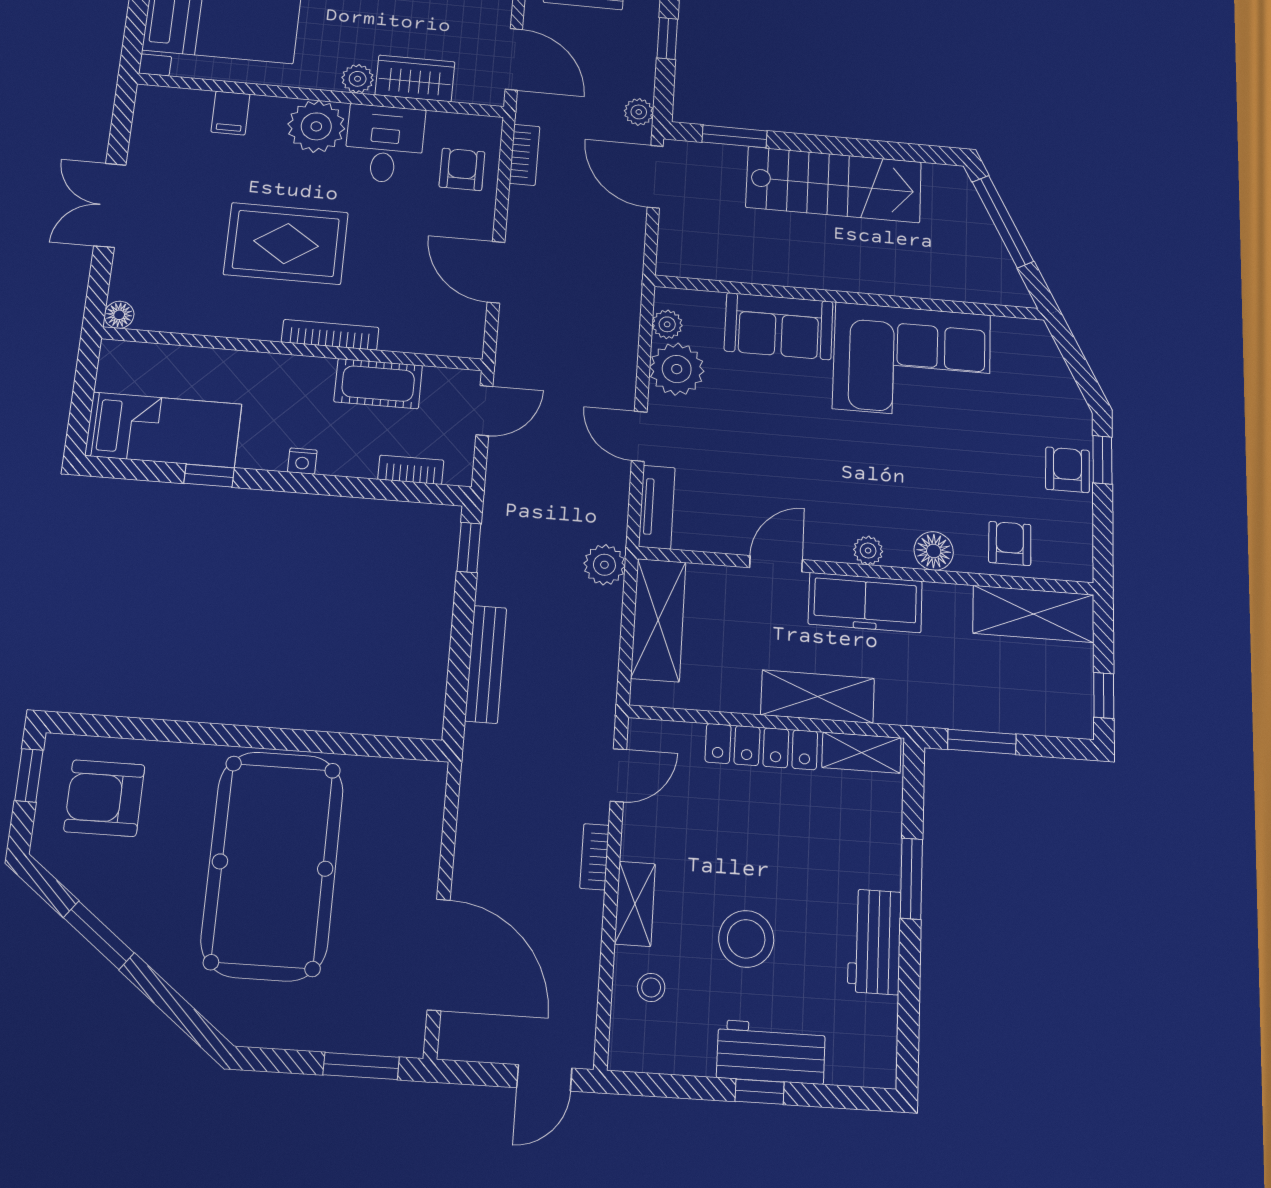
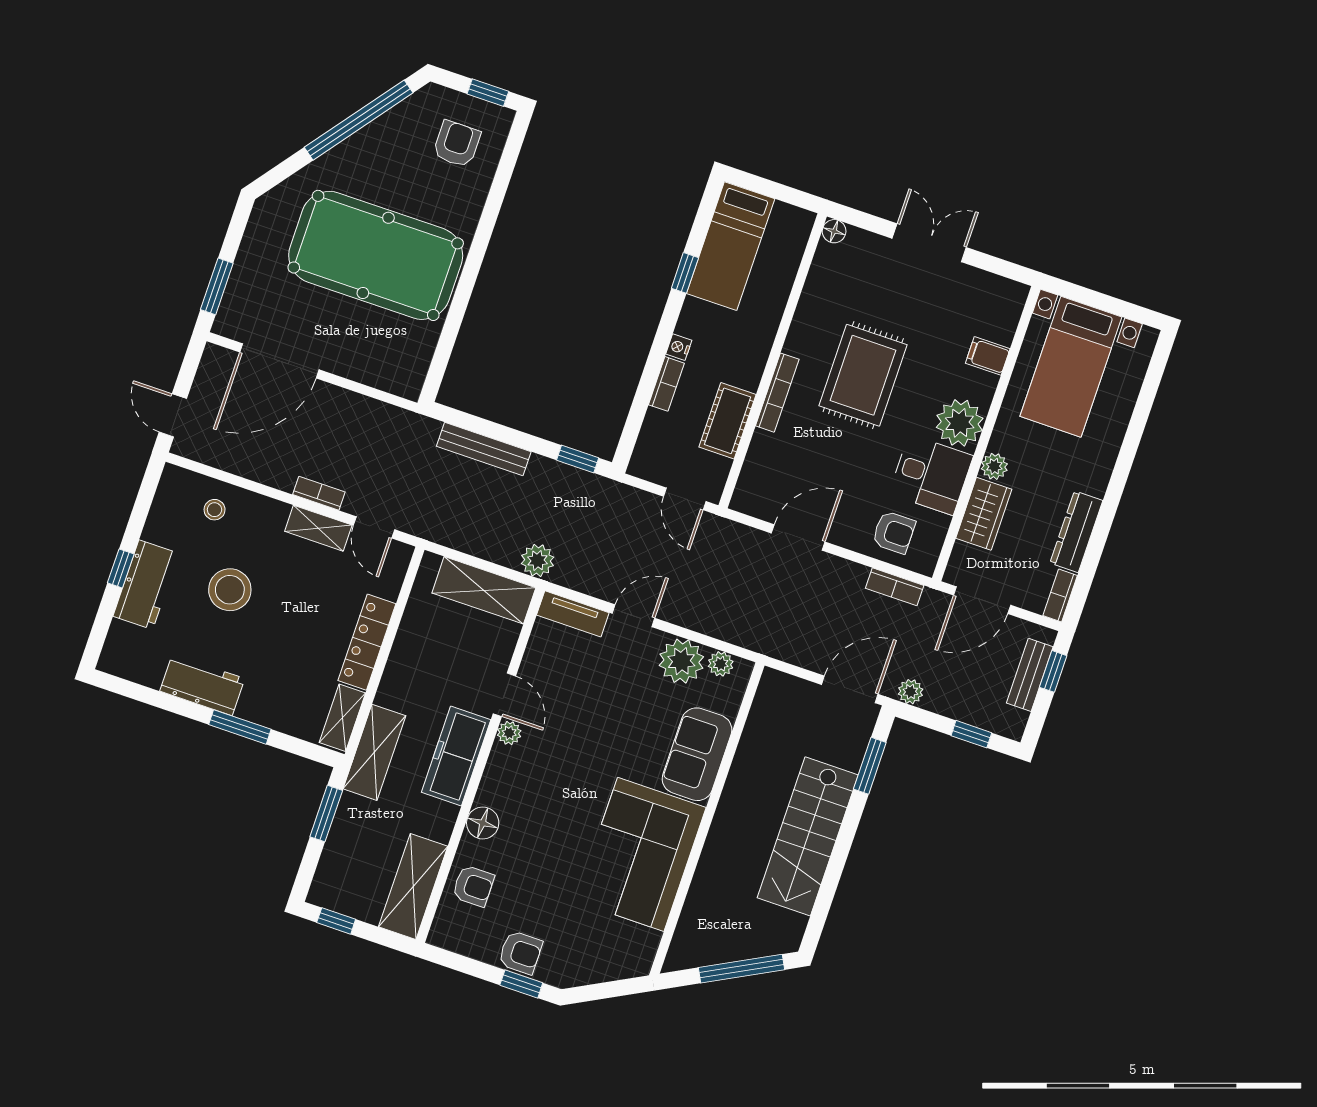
bookcase: (411, 470) -> (666, 384), moved
plant: (868, 551) -> (509, 733), moved
shelving: (818, 697) -> (374, 752), moved
armchair: (104, 798) -> (457, 144), width x0.72, depth x0.72
shelving: (635, 904) -> (318, 528), moved
window: (99, 935) -> (359, 120), width x2.11

